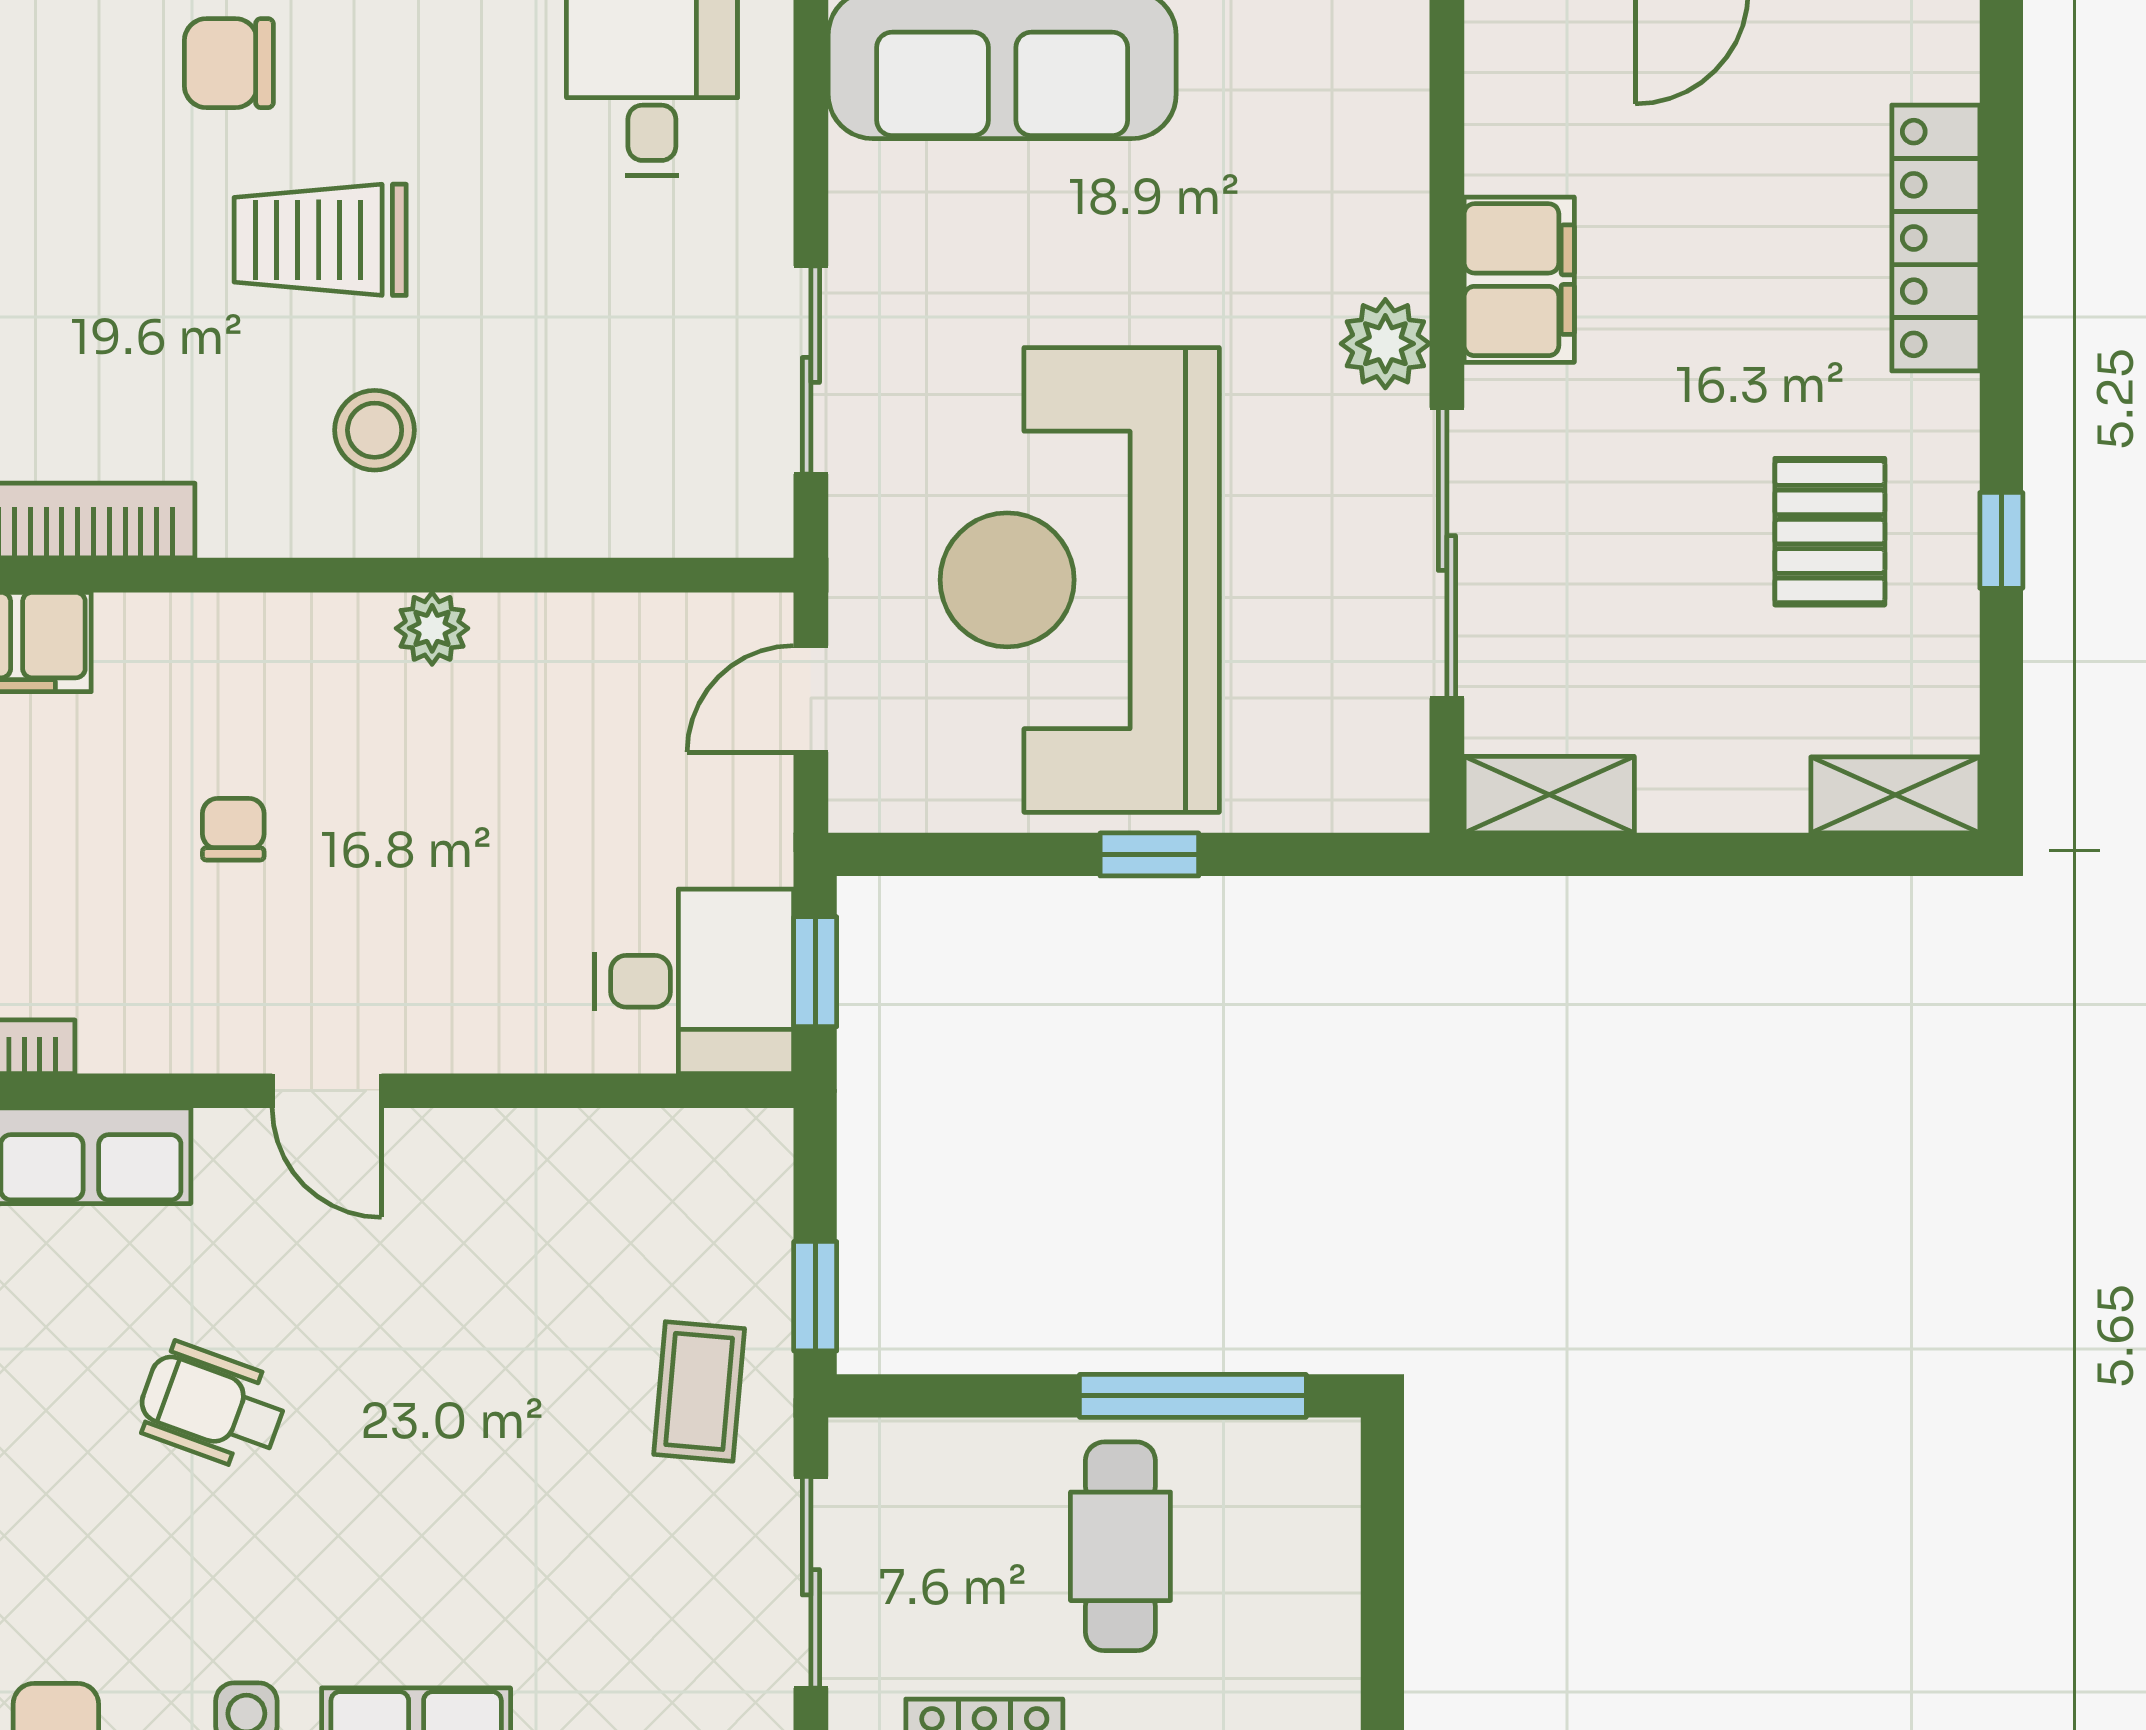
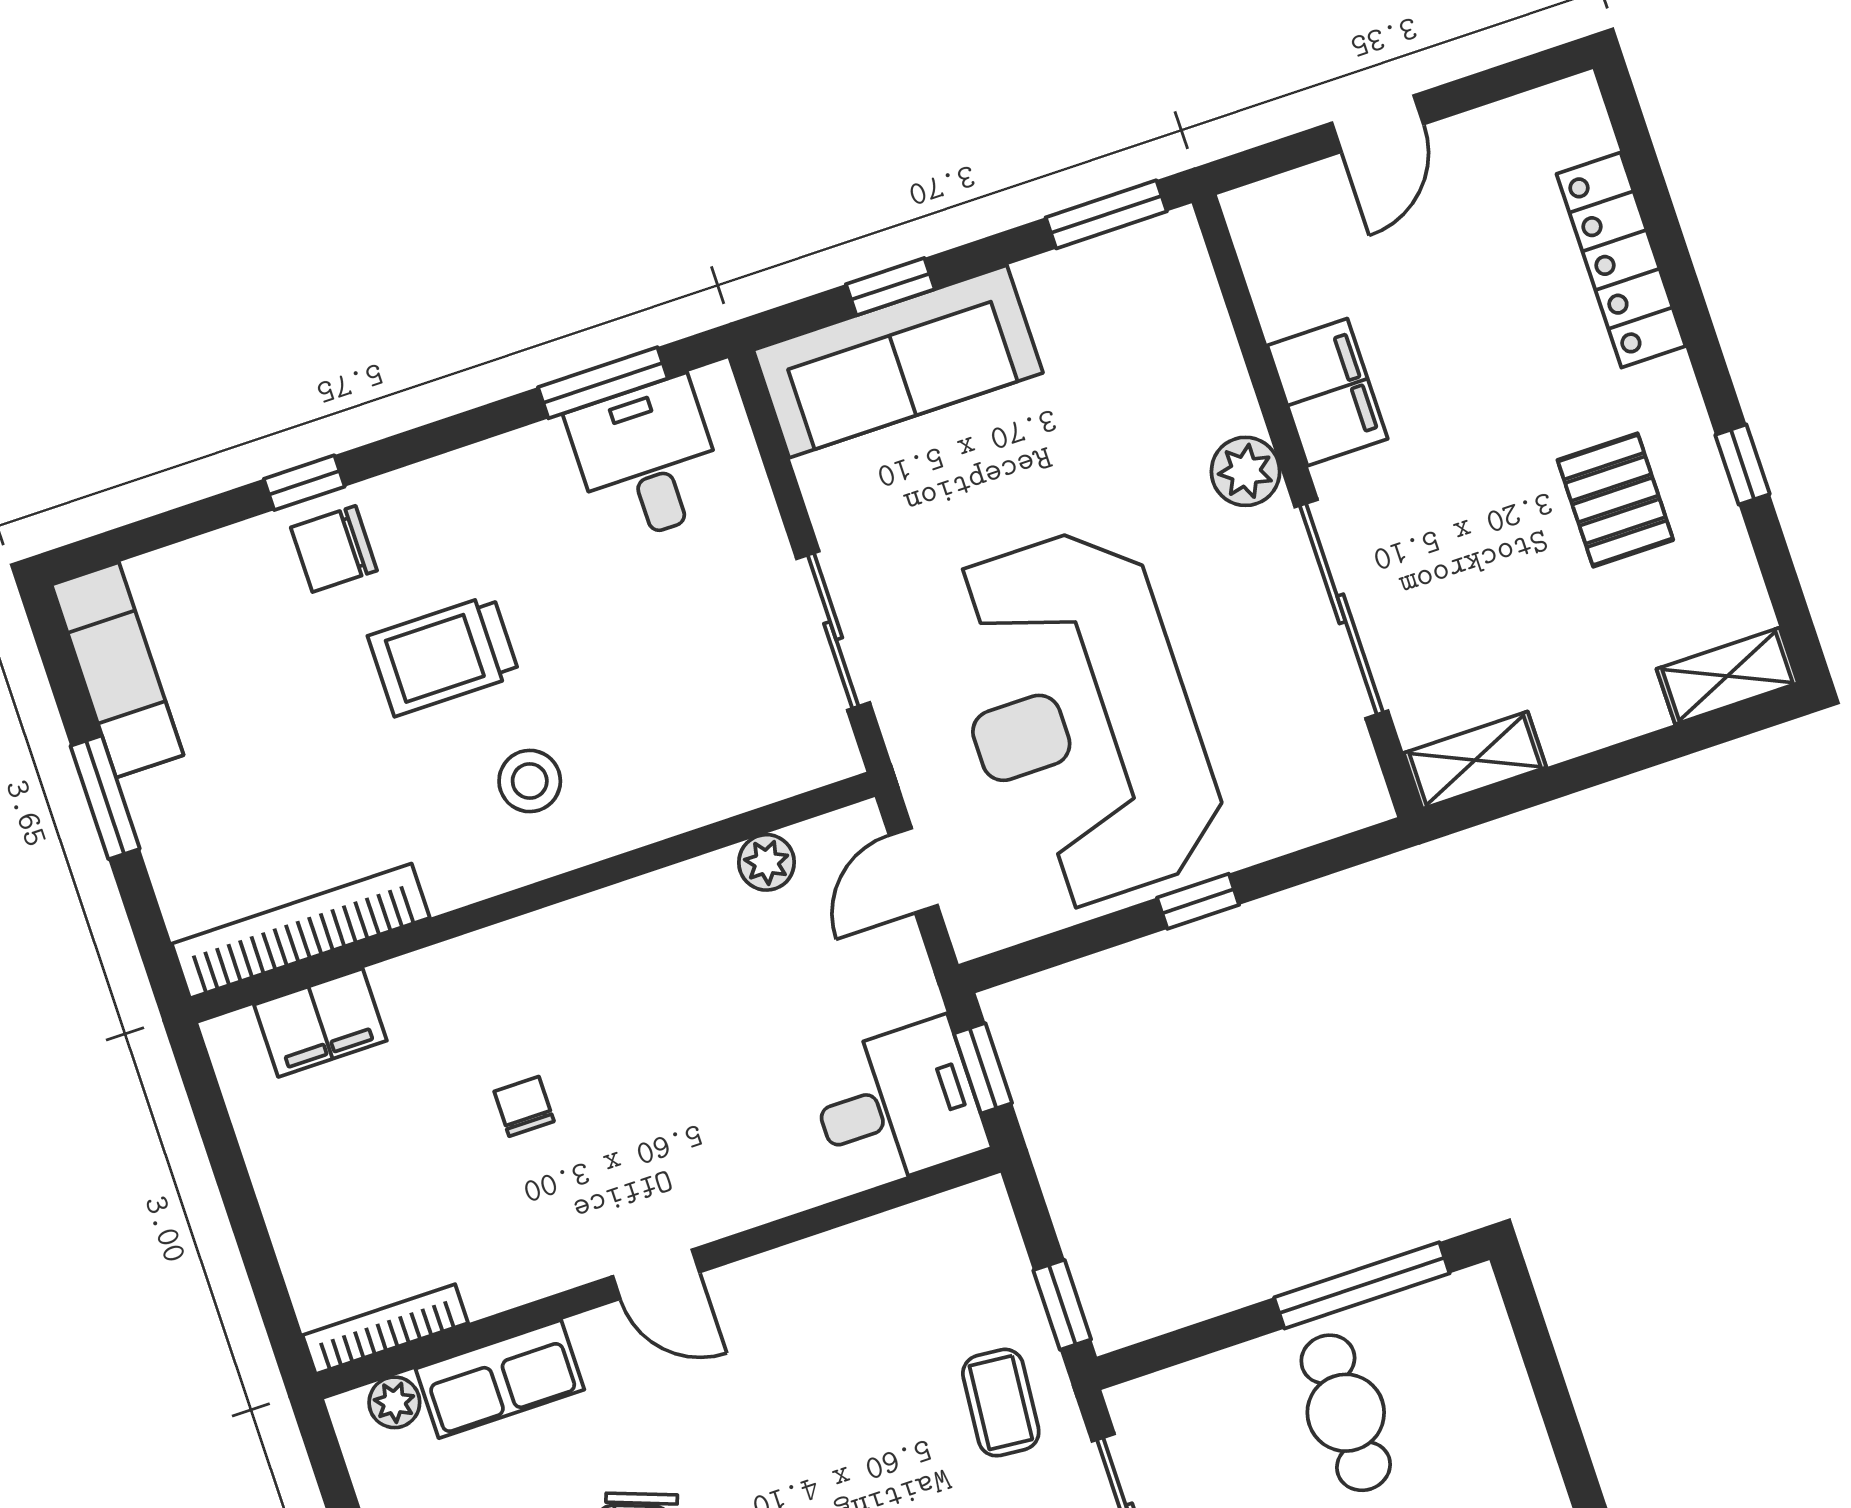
plant: (432, 628) -> (767, 862), moved

